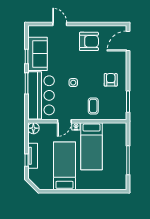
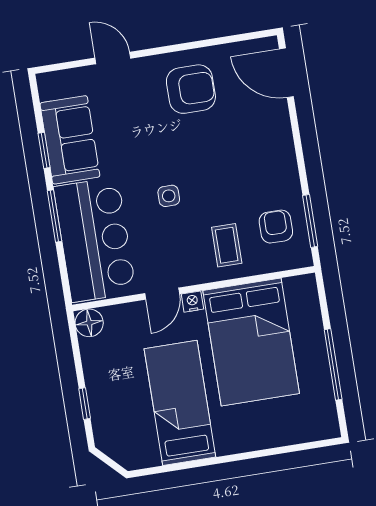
door: (128, 41) -> (286, 73), hinge flipped
armchair: (111, 80) -> (276, 227), moved
bed: (91, 146) -> (251, 342), width x1.50
tv unit: (33, 156) -> (98, 390), removed

